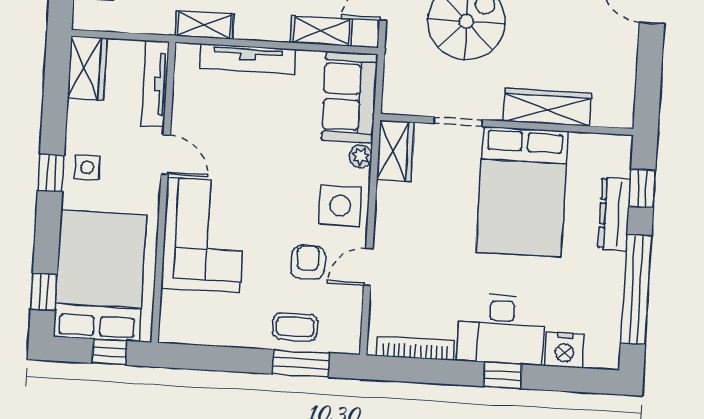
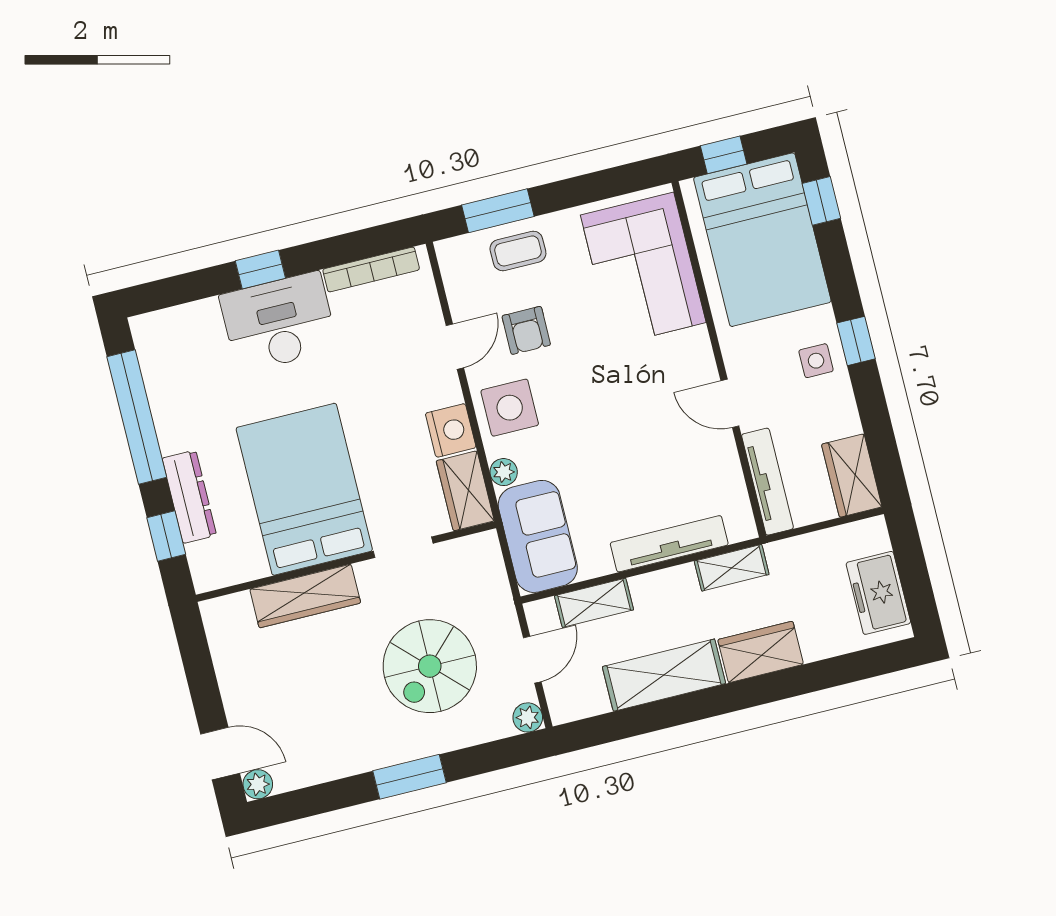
corner sofa: (204, 235) -> (643, 269), moved
nightstand: (564, 350) -> (451, 430), moved, turned 90

